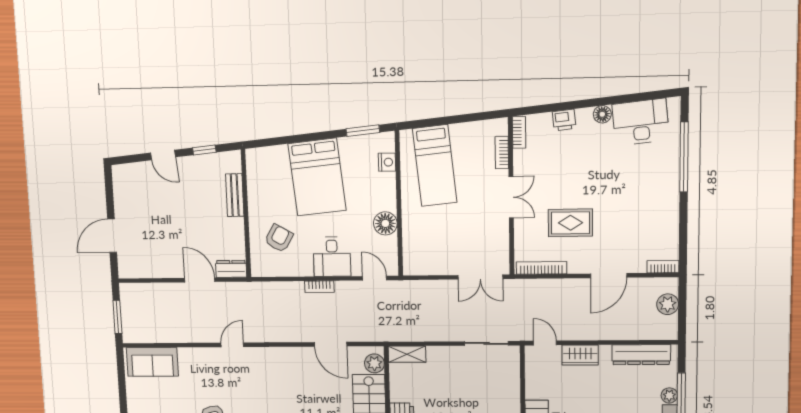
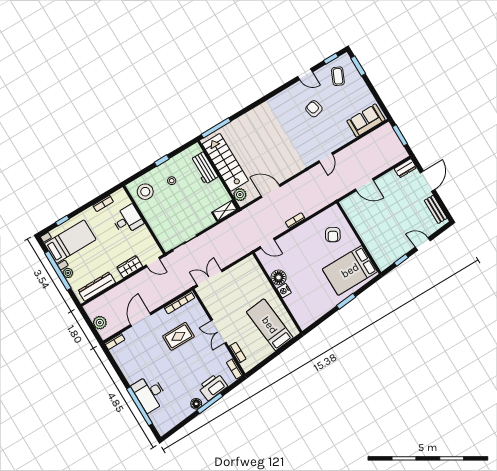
window: (583, 104) -> (210, 403), added
printer: (564, 120) -> (213, 387), width x1.87, depth x1.48
desk: (641, 122) -> (150, 393), moved, turned 96
window: (363, 131) -> (346, 301), moved
nightstand: (387, 162) -> (284, 291), moved
bed: (317, 177) -> (350, 270), moved, turned -84
bench: (235, 195) -> (436, 209), moved
desk: (332, 257) -> (298, 242), removed
dresser: (231, 269) -> (405, 168), moved

